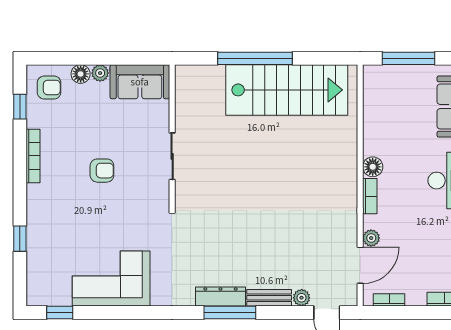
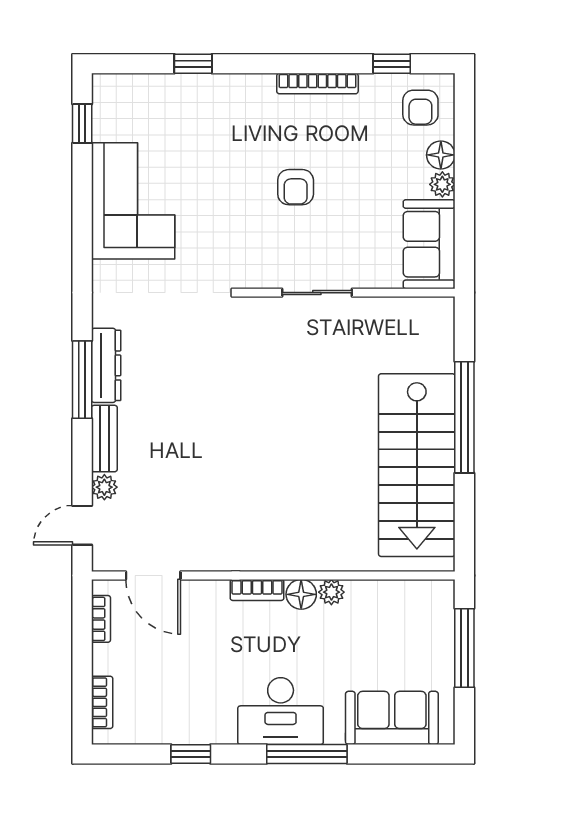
plant: (371, 238) -> (331, 592), moved

